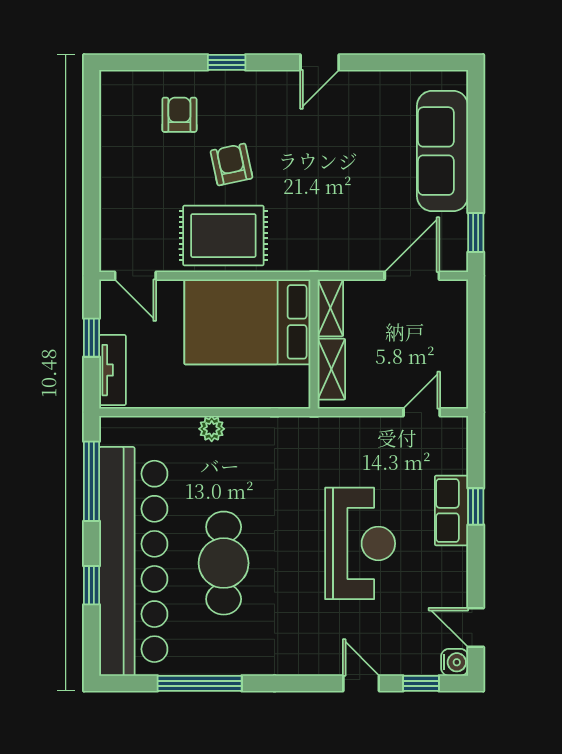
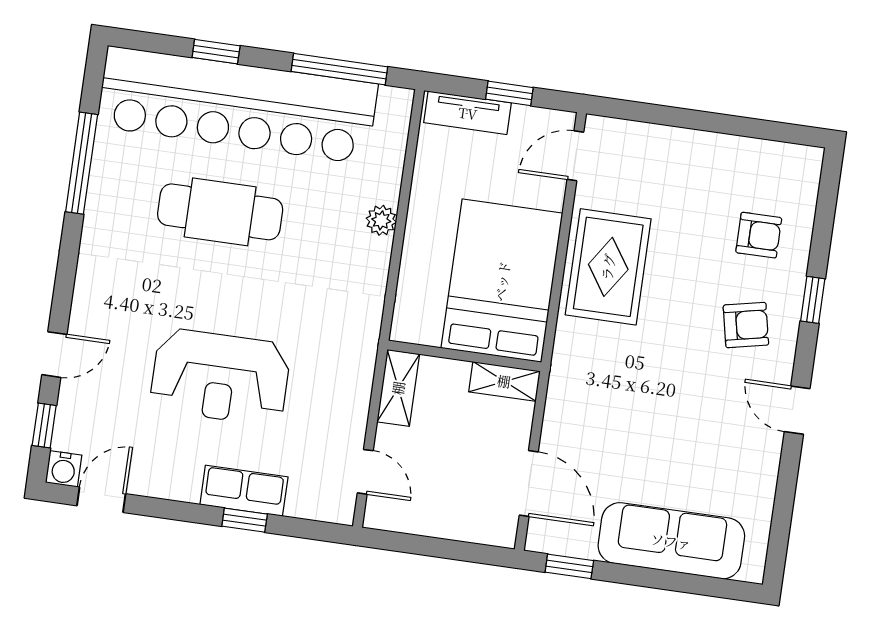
armchair: (231, 164) -> (746, 325), moved
shelving: (331, 369) -> (398, 388), moved, turned 90

